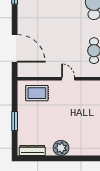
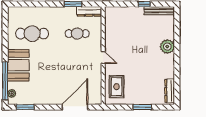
door: (68, 79) -> (103, 58), swing flipped
plant: (61, 148) -> (167, 47), moved

